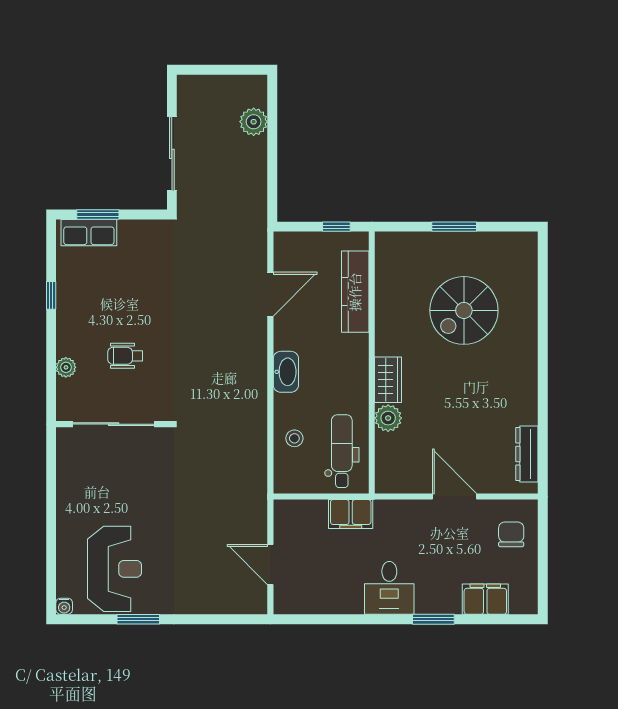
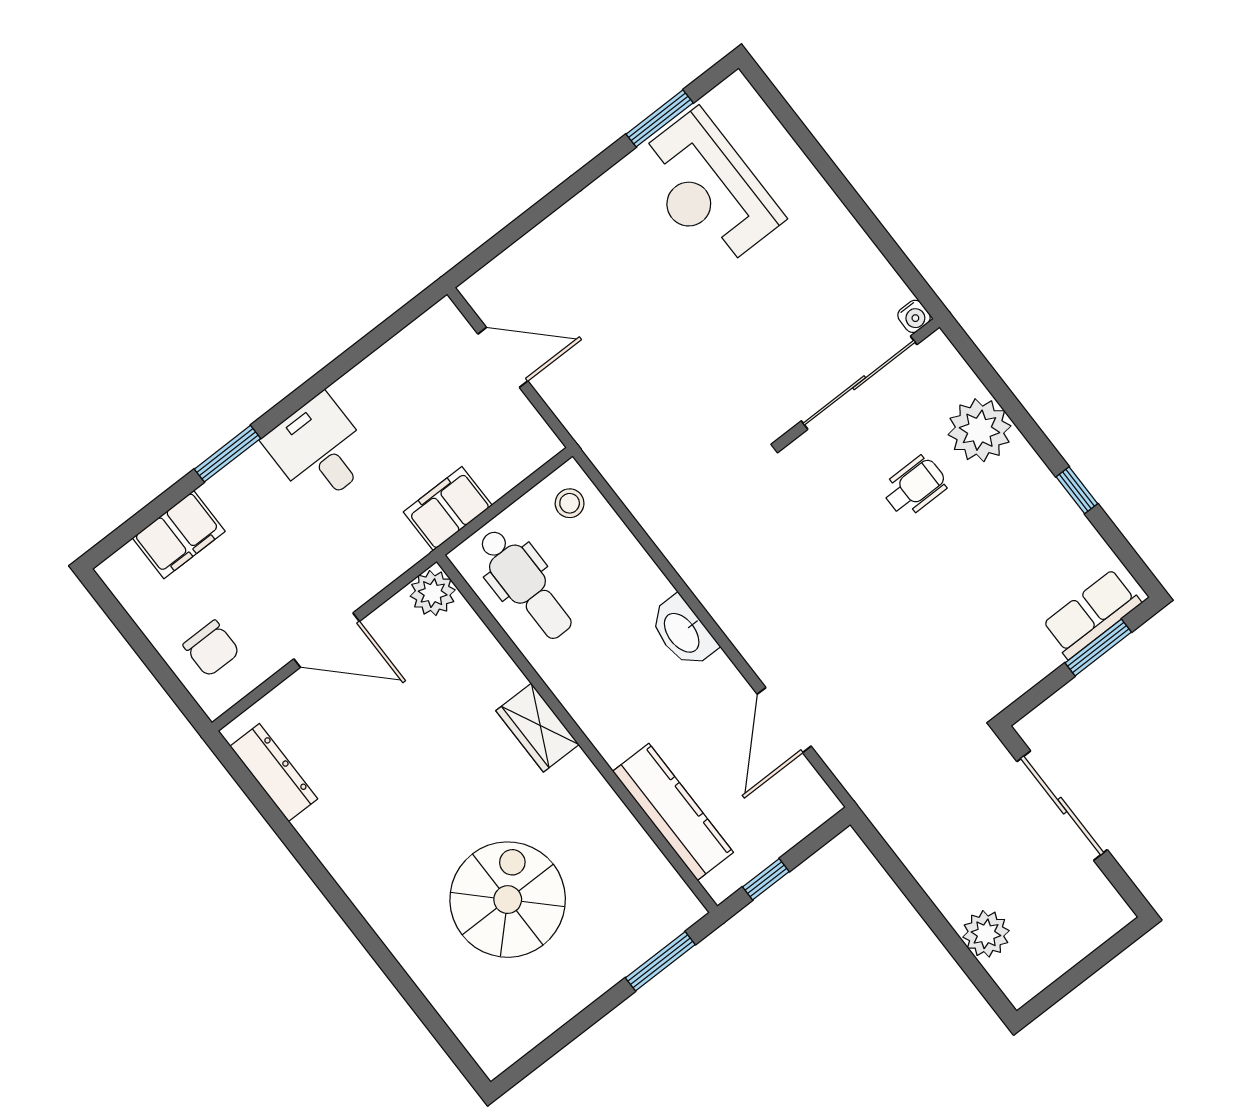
window: (454, 227) -> (660, 961), moved
plant: (66, 367) -> (980, 430), width x1.87, depth x1.87
plant: (388, 418) -> (433, 593), moved
stool: (294, 438) -> (570, 503), moved
water cooler: (64, 606) -> (914, 316), moved, turned 180
window: (138, 619) -> (660, 118), moved

